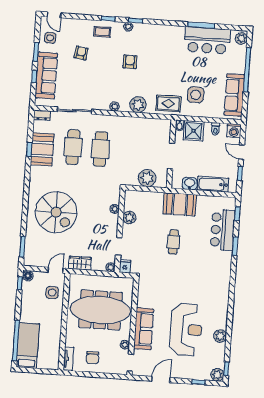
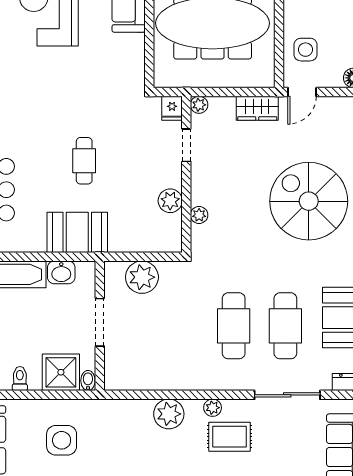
rug: (168, 104) -> (230, 437), moved

